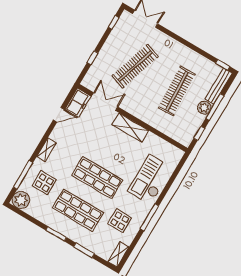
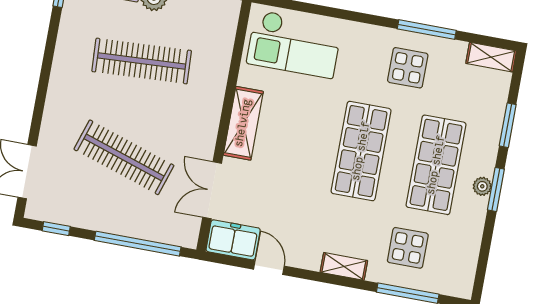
window: (93, 58) -> (138, 244), width x3.17
checkout: (150, 179) -> (294, 44), moved
plant: (21, 200) -> (482, 186), moved, width x0.53, depth x0.53
window: (149, 217) -> (427, 30), moved
display table: (120, 221) -> (408, 68), moved

